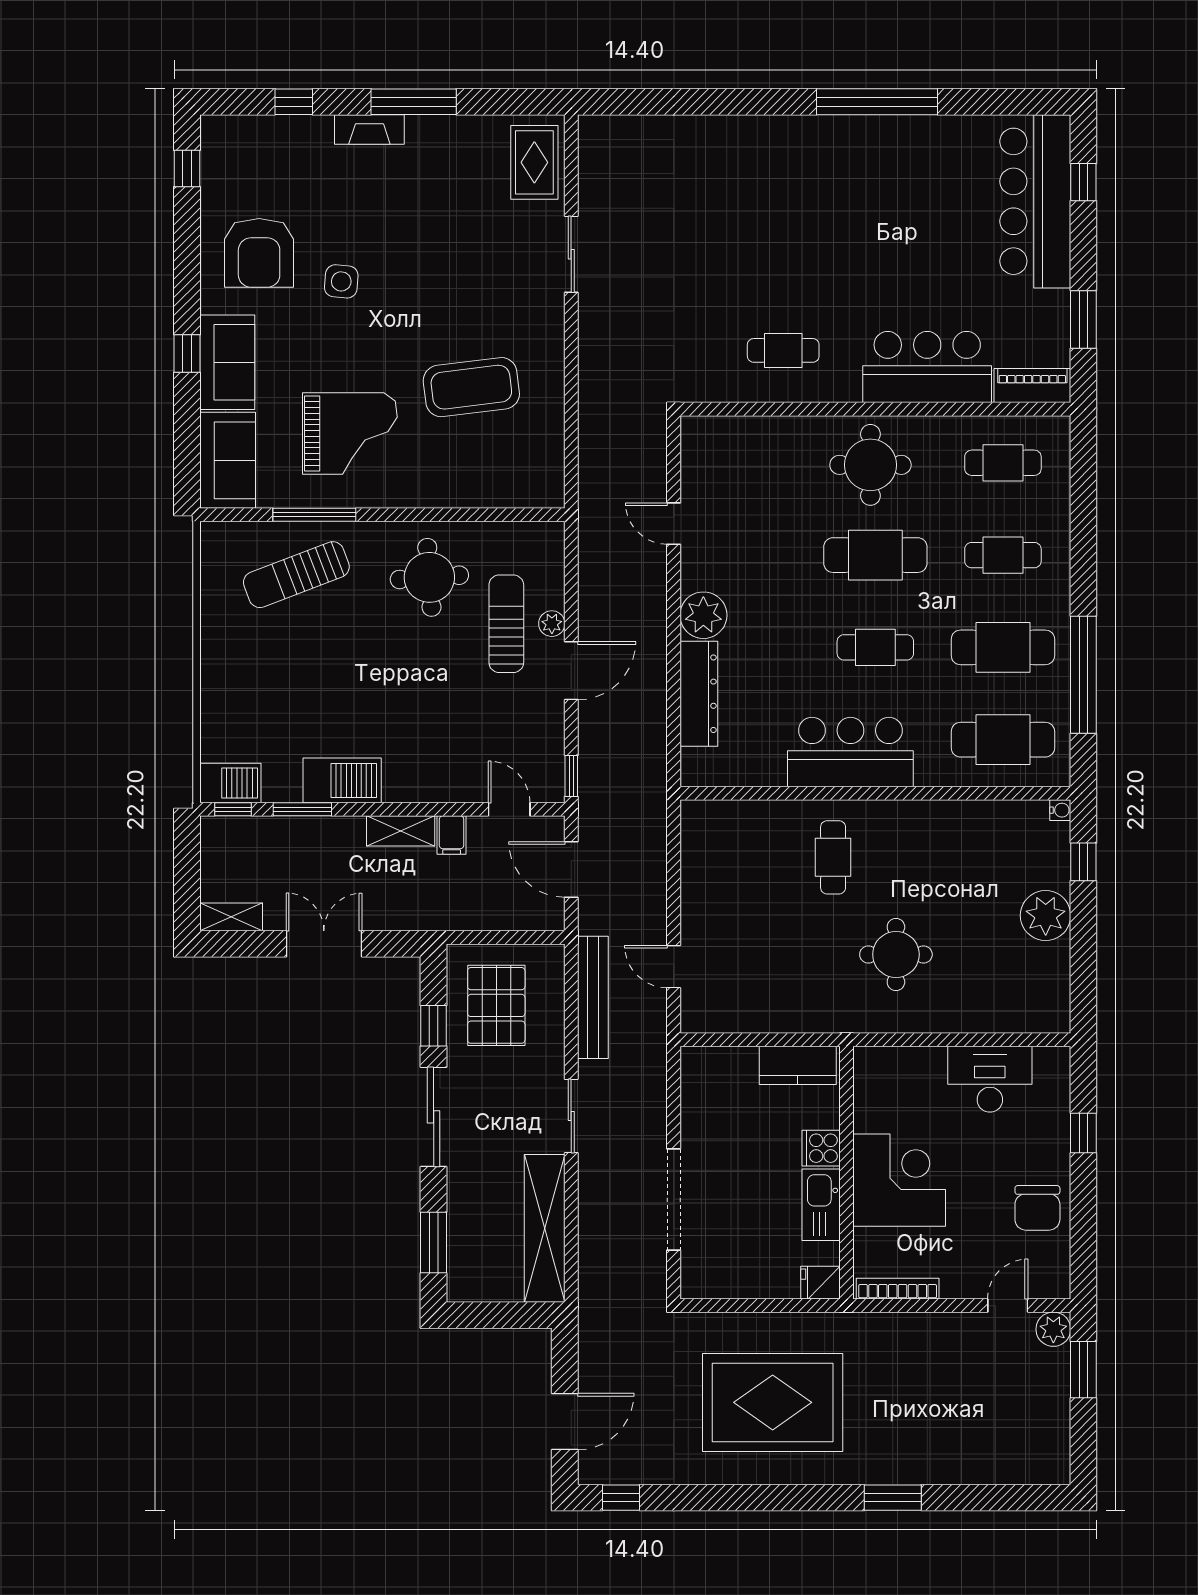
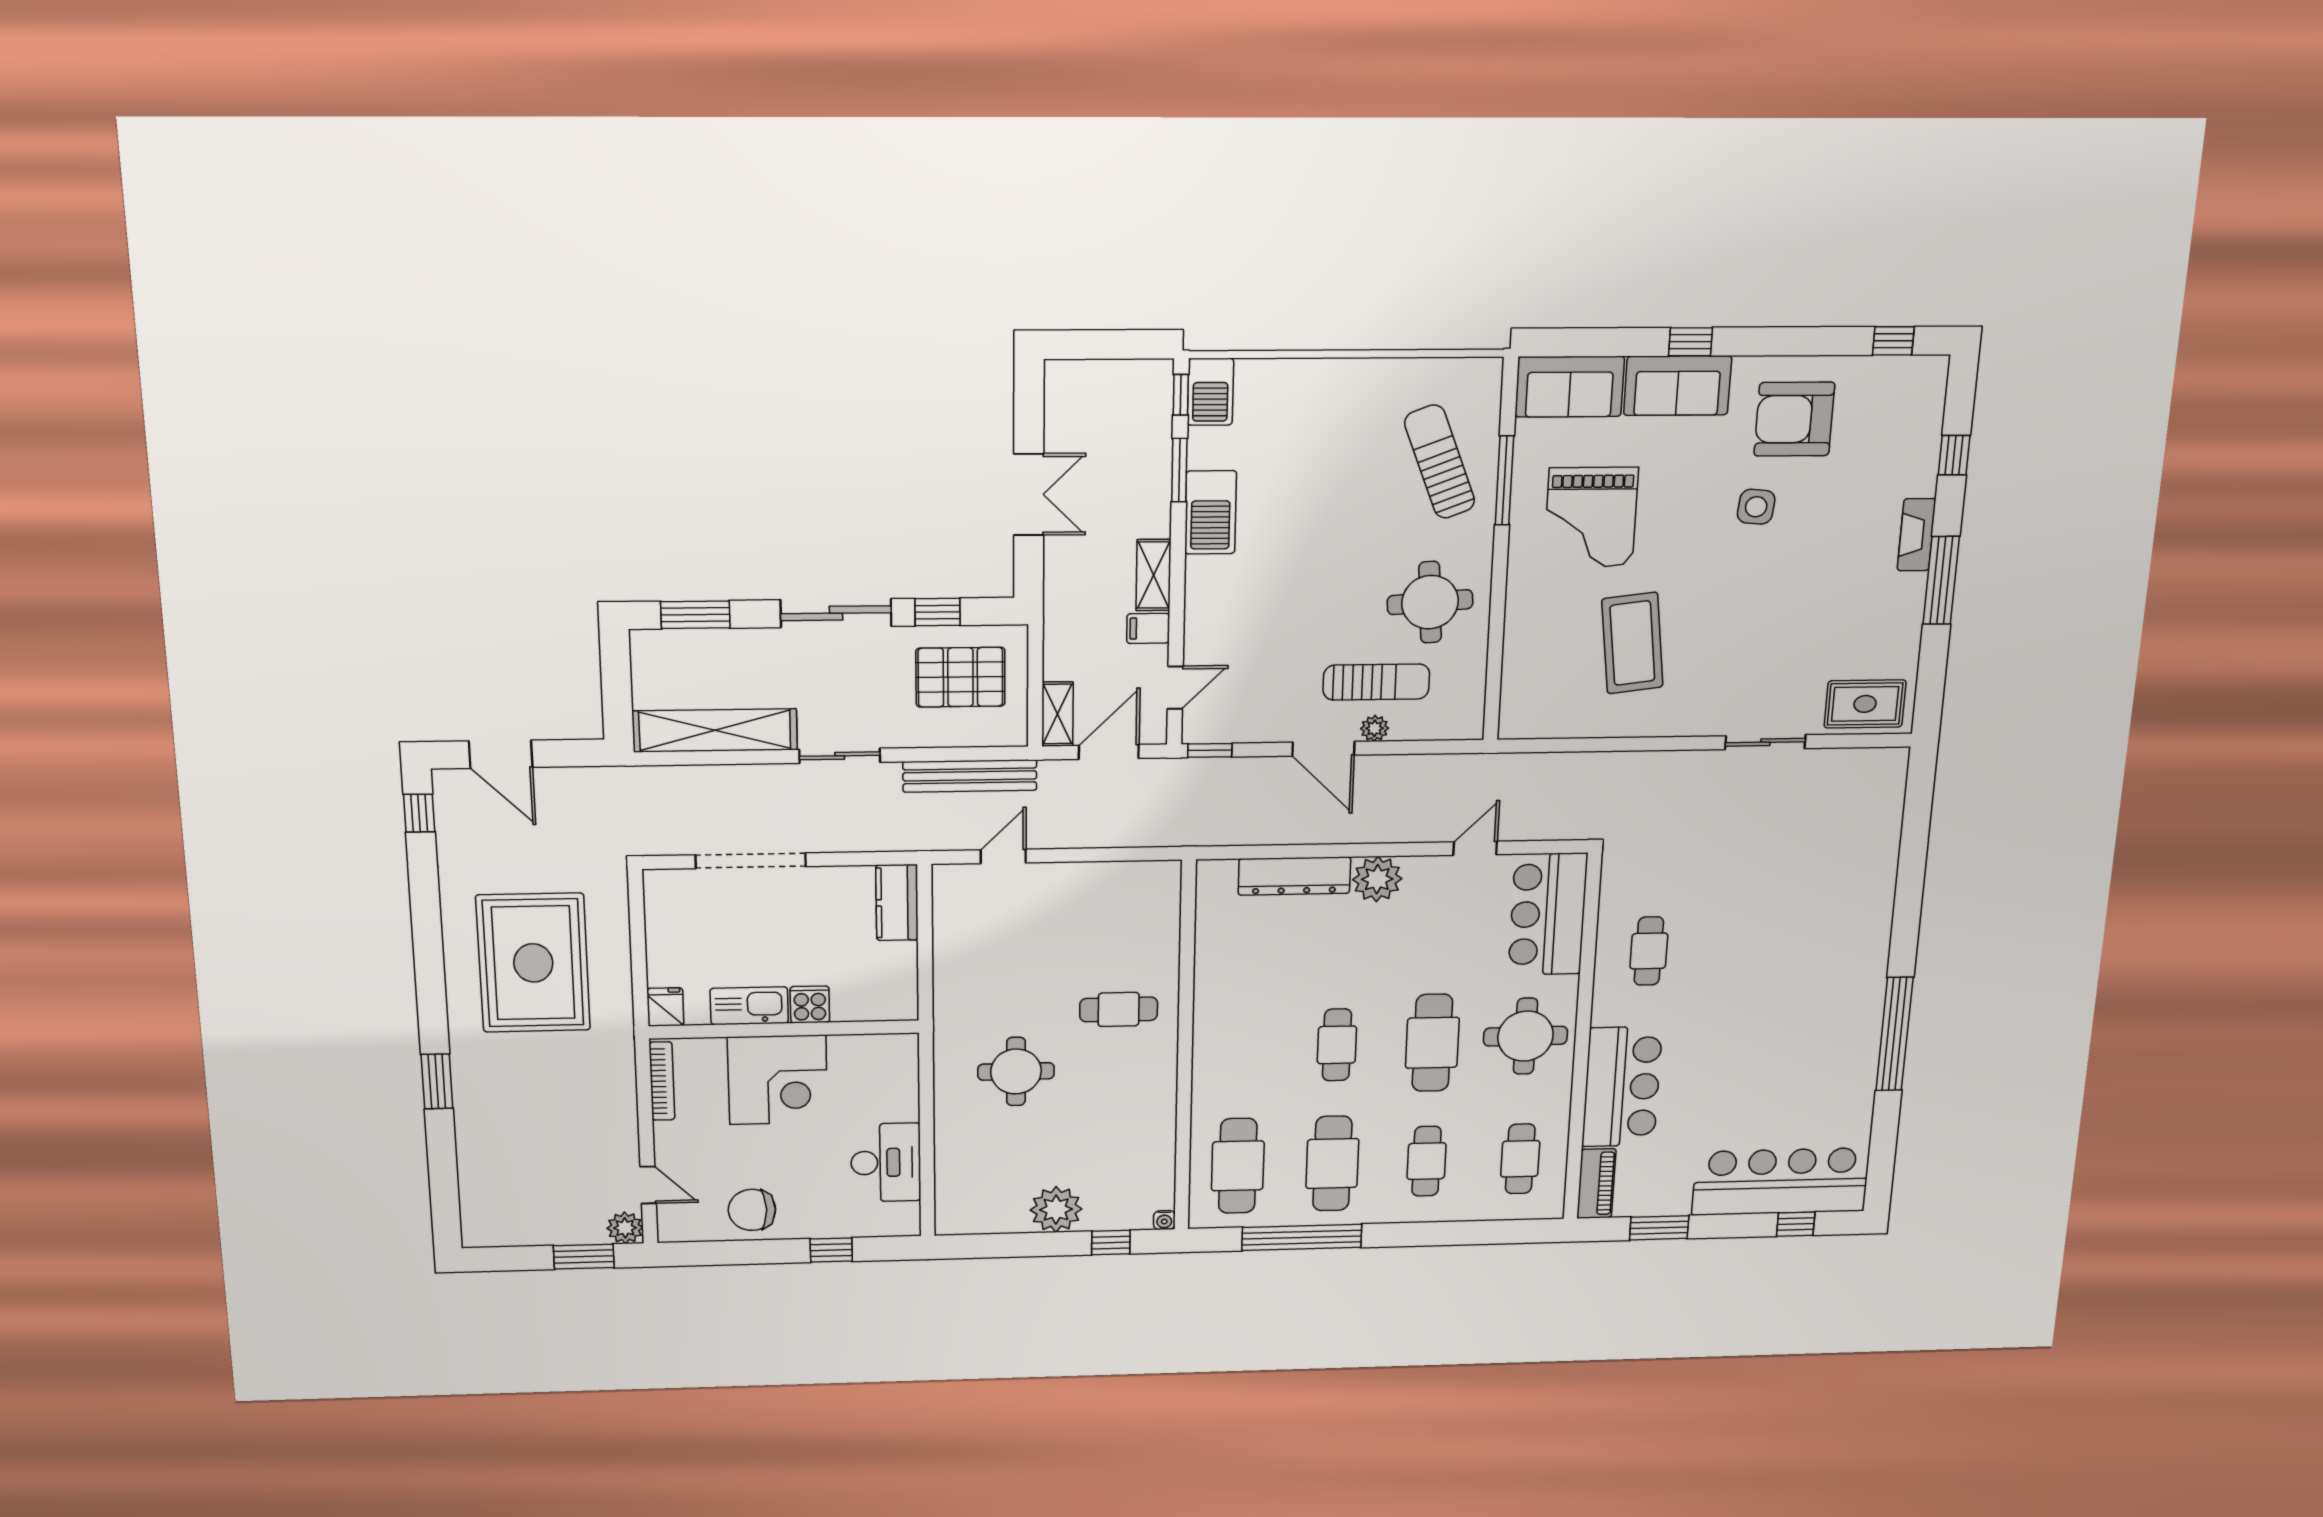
bar counter: (850, 752) -> (1548, 914), moved, turned 180
shelving: (231, 917) -> (1058, 714), moved
kitchen counter: (798, 1065) -> (897, 903), moved

